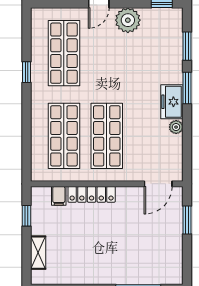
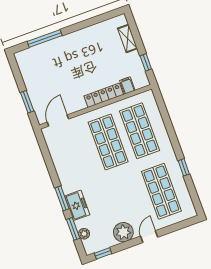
freezer: (172, 102) -> (77, 205), moved
plant: (176, 127) -> (84, 234), moved

